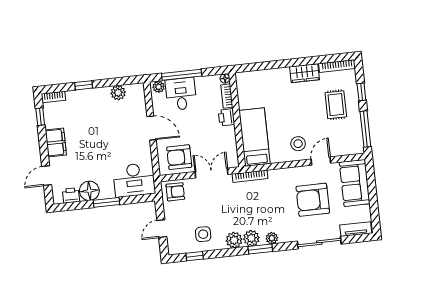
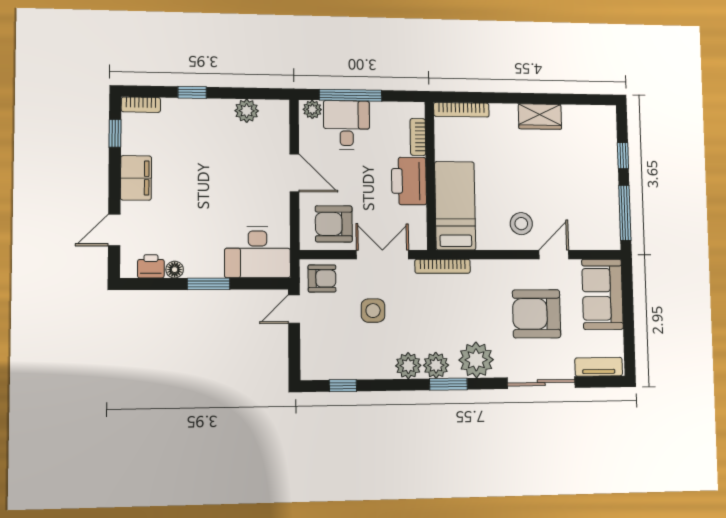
bookcase: (337, 66) -> (461, 110), moved
floor lamp: (225, 78) -> (417, 109), removed
rug: (336, 105) -> (583, 170), removed
printer: (226, 117) -> (409, 181), width x1.87, depth x1.48
floor lamp: (89, 191) -> (175, 270), width x0.53, depth x0.53
door: (162, 229) -> (294, 309), moved
side table: (203, 234) -> (373, 311), moved
plant: (272, 238) -> (476, 360), width x1.87, depth x1.87

